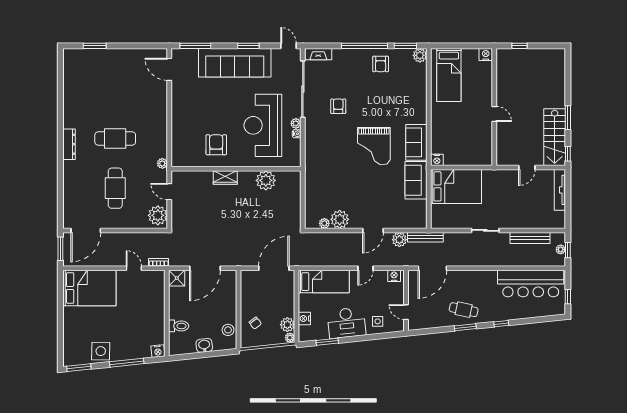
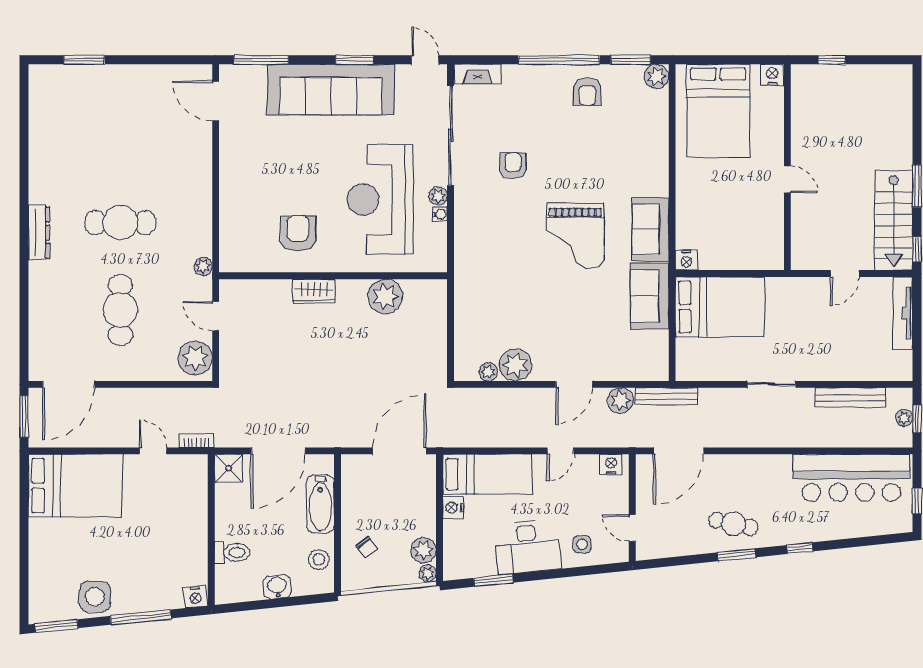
bed: (449, 75) -> (718, 111), width x1.50
bathtub: (229, 298) -> (320, 504), added
nightstand: (304, 319) -> (453, 507), moved

